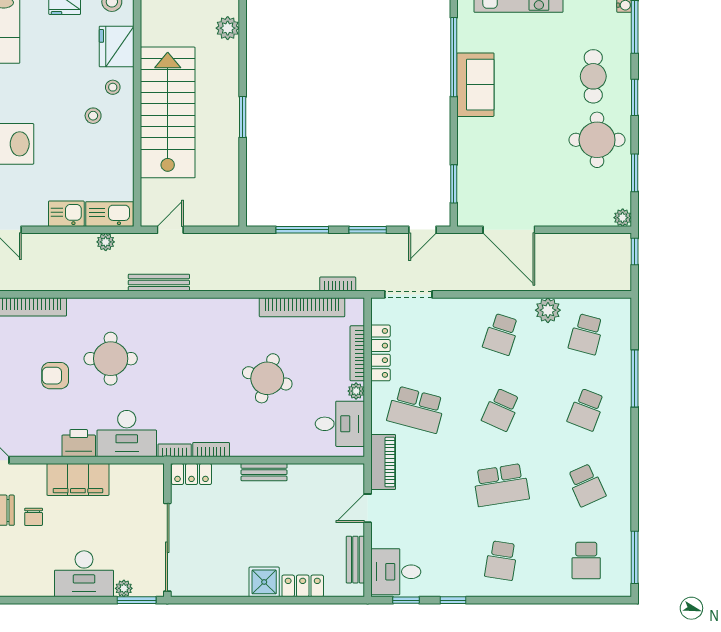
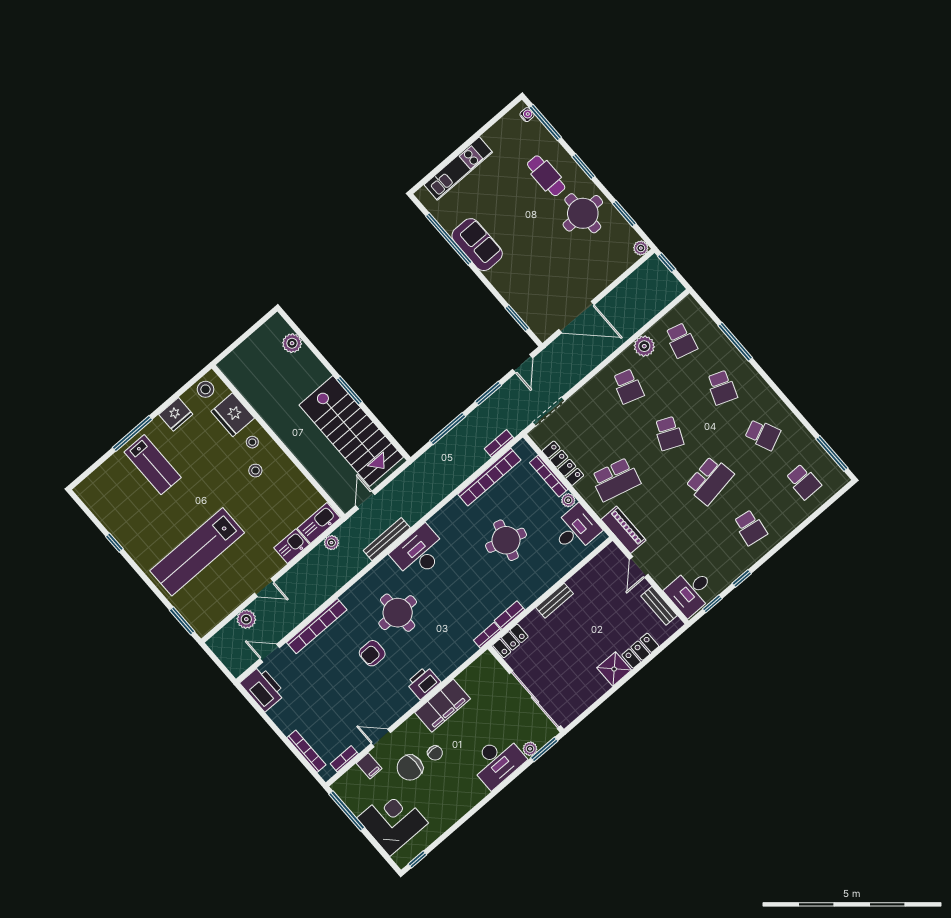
stairs: (168, 112) -> (351, 431), moved, turned 180
desk: (127, 434) -> (419, 553), moved, turned 180

